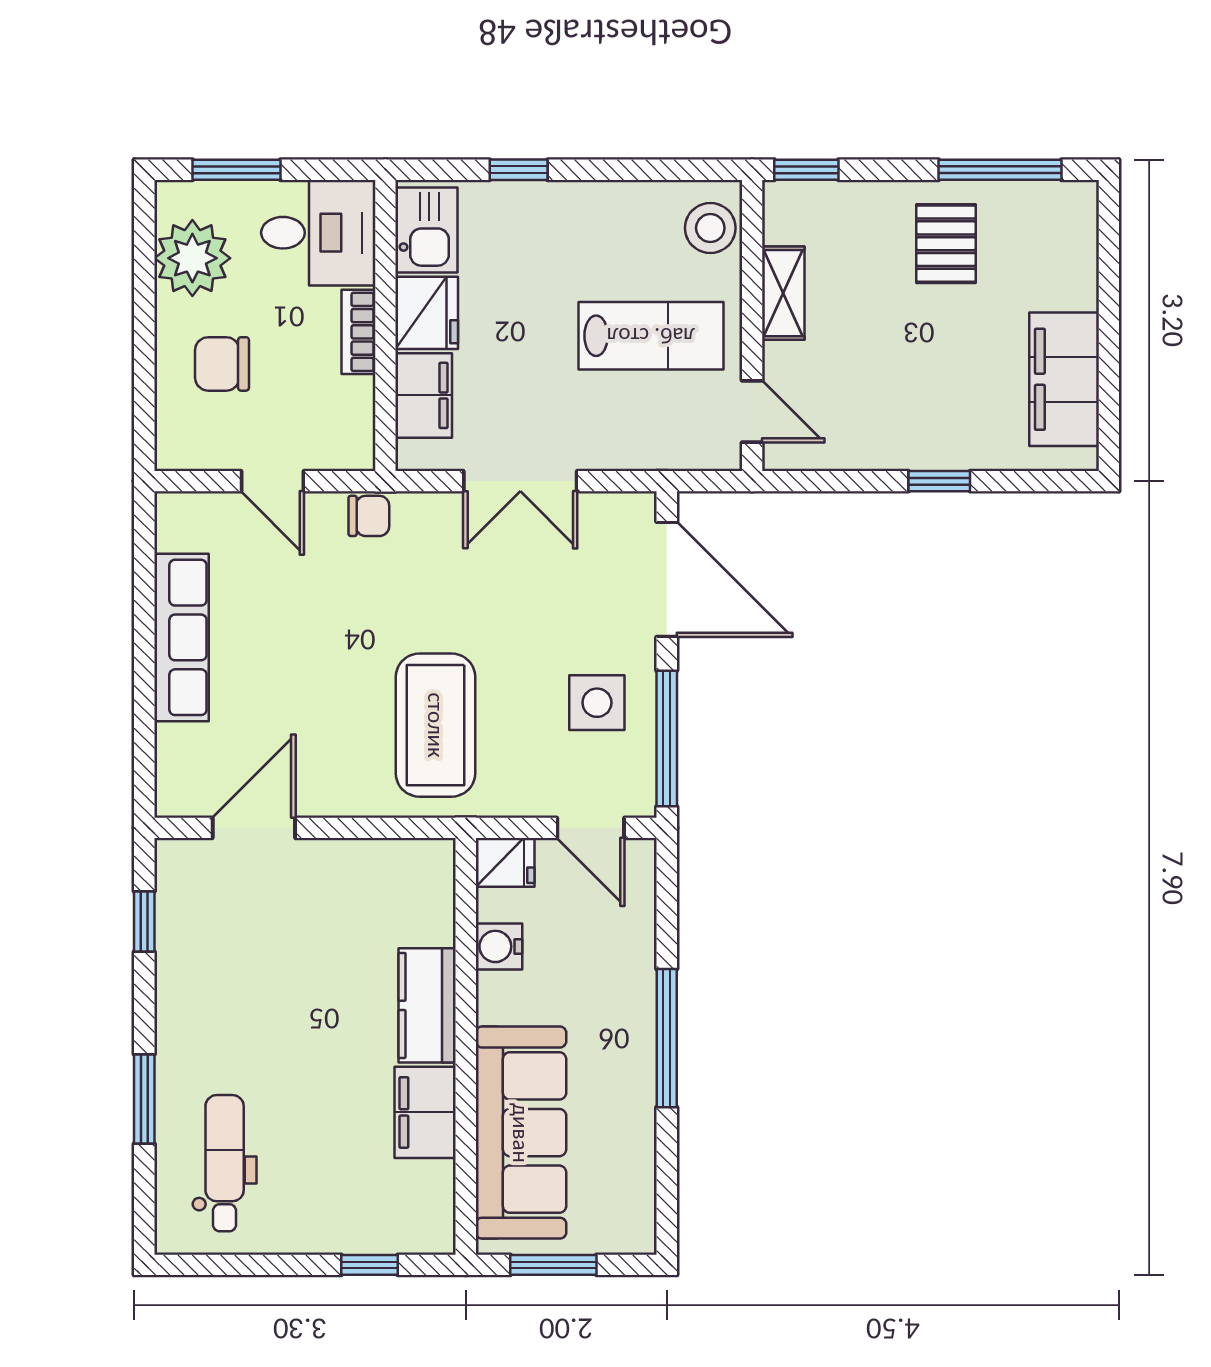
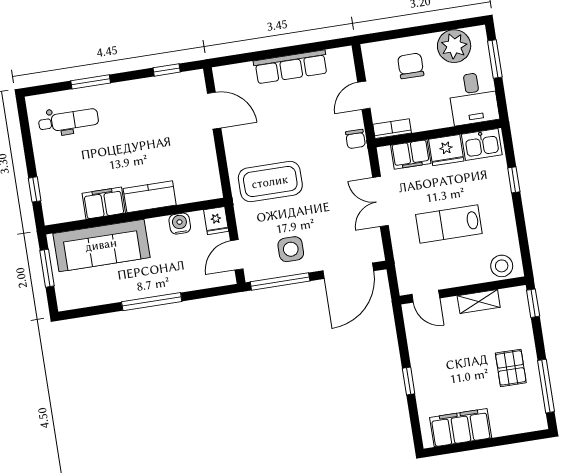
pallet: (946, 244) -> (511, 368), turned 90
bookcase: (358, 332) -> (392, 129), moved
lab bench: (651, 336) -> (449, 224), moved, turned 90
door: (752, 412) -> (426, 296), hinge flipped

